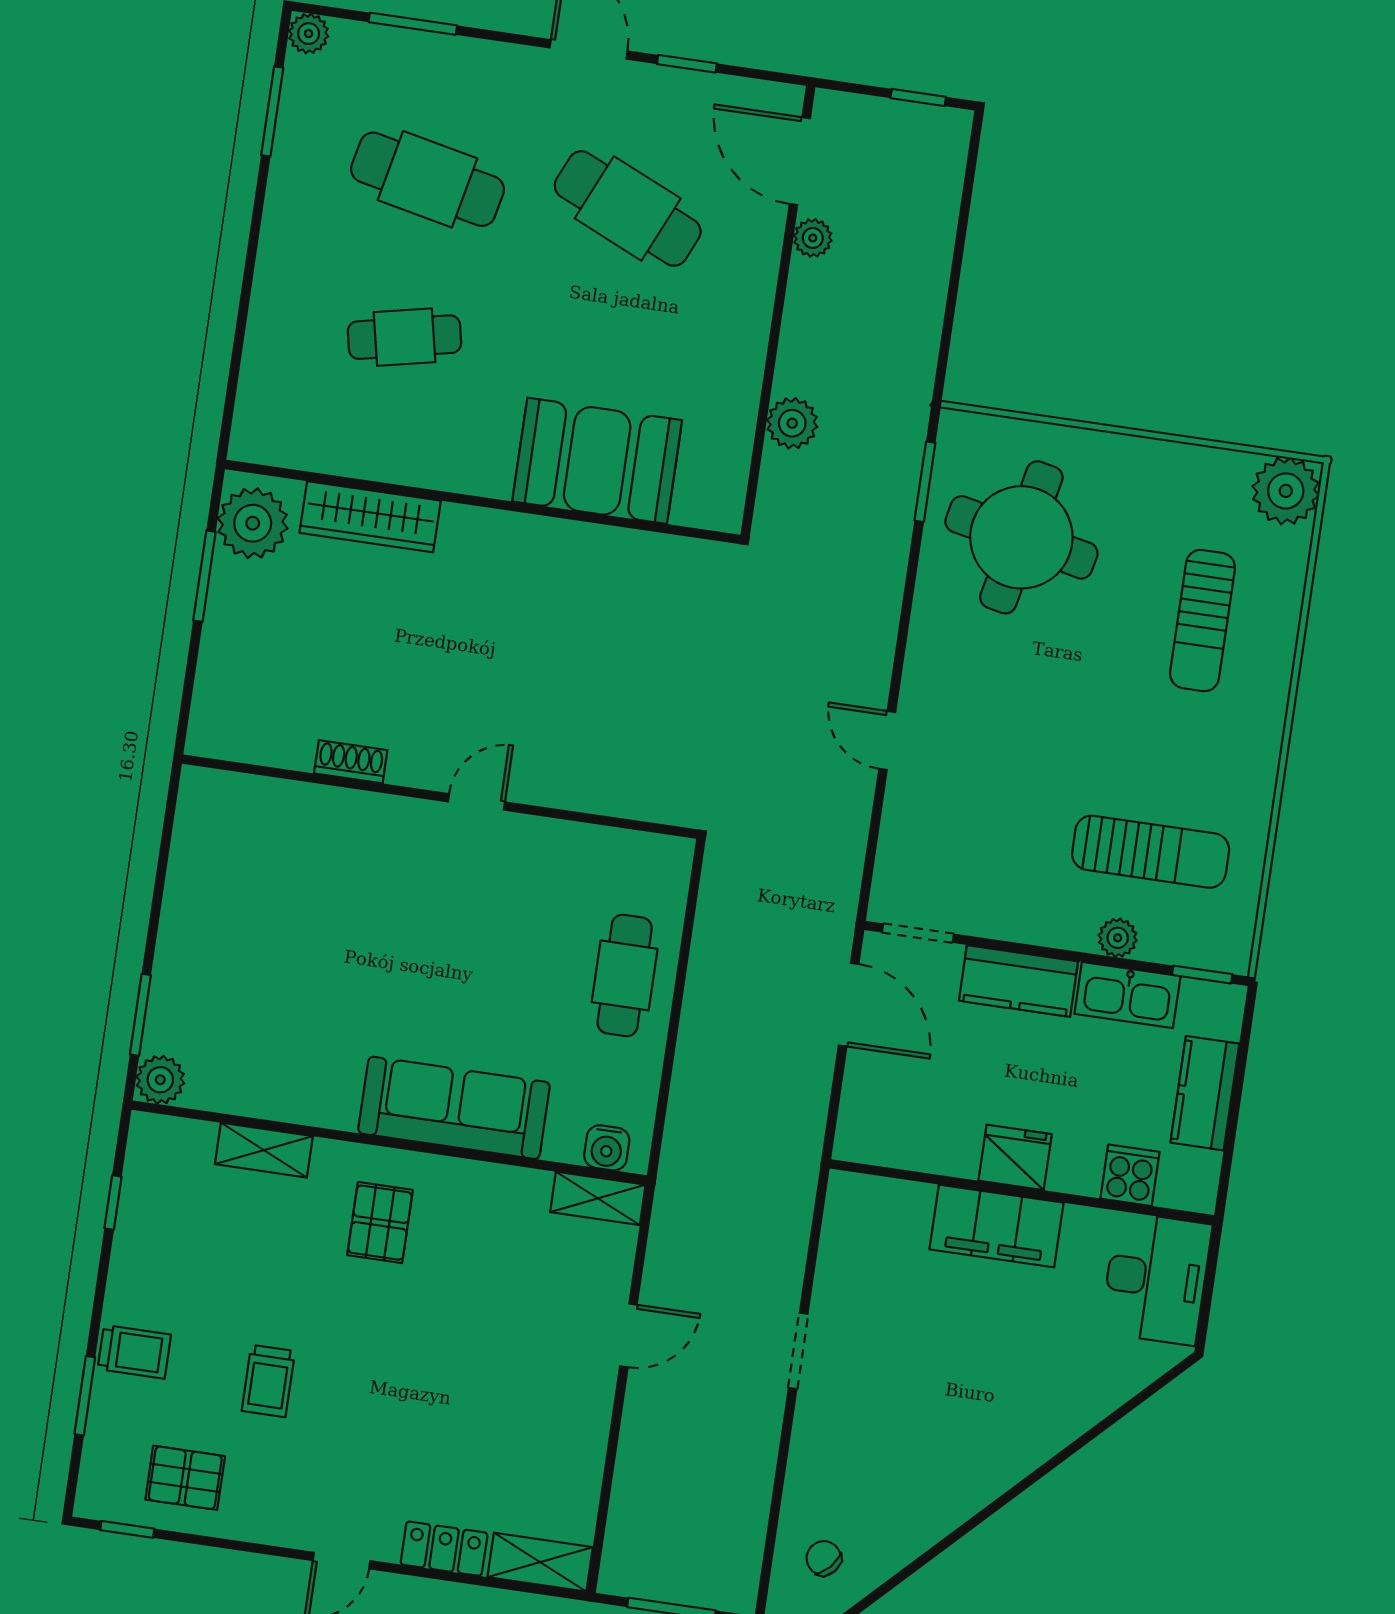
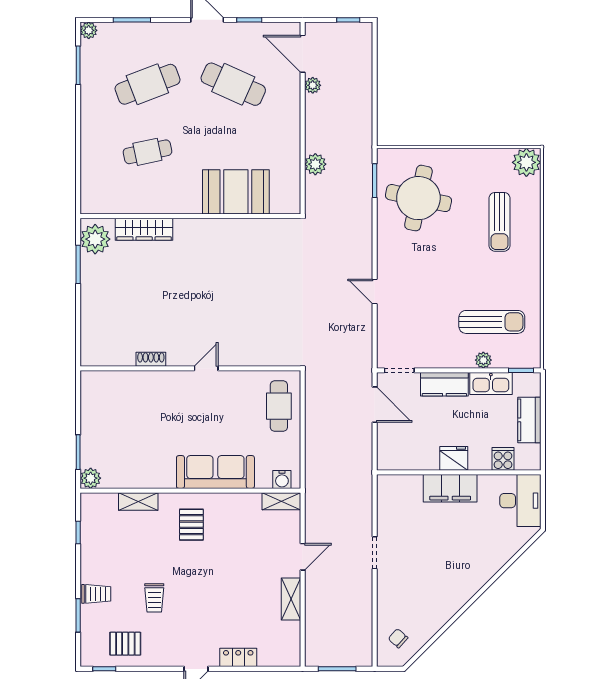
cafe table: (428, 179) -> (147, 84), turned -33
shoe rack: (351, 762) -> (151, 359), moved
wall: (440, 797) -> (190, 368), moved
door: (476, 802) -> (206, 368), moved
shelving: (540, 1562) -> (291, 599), moved, turned 90

